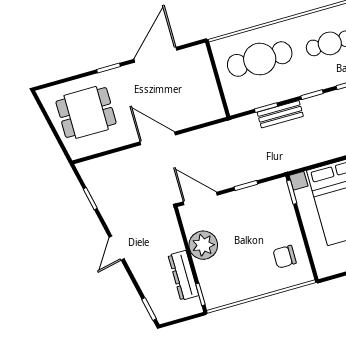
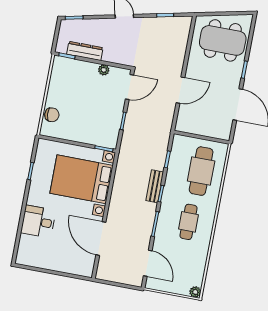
dining table: (86, 112) -> (223, 40), width x1.38
bench: (280, 114) -> (155, 186), moved
door: (158, 138) -> (180, 90), moved
plant: (203, 245) -> (104, 70), width x0.53, depth x0.53
chair: (285, 257) -> (52, 115), moved, turned 86

